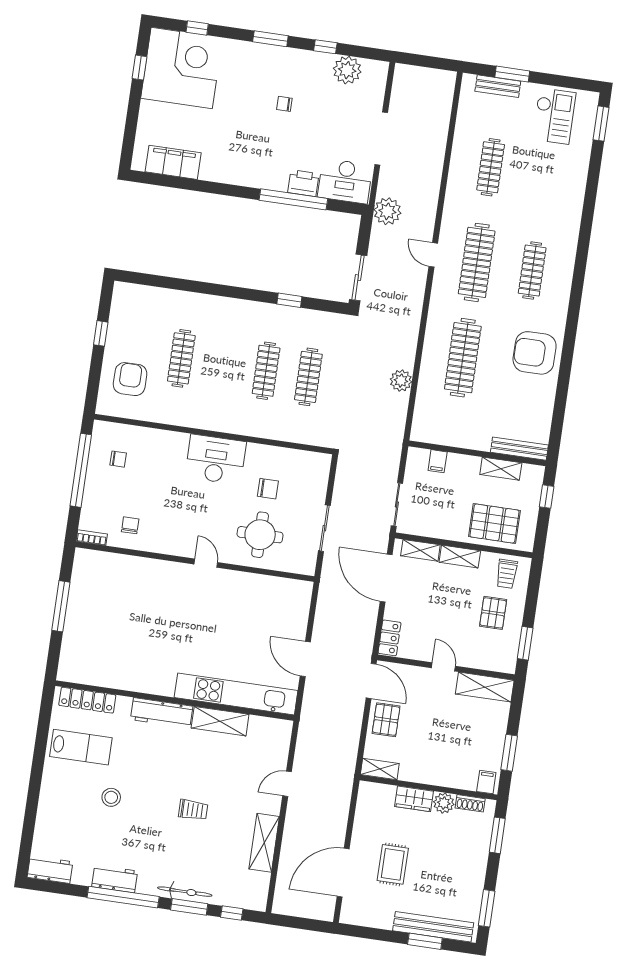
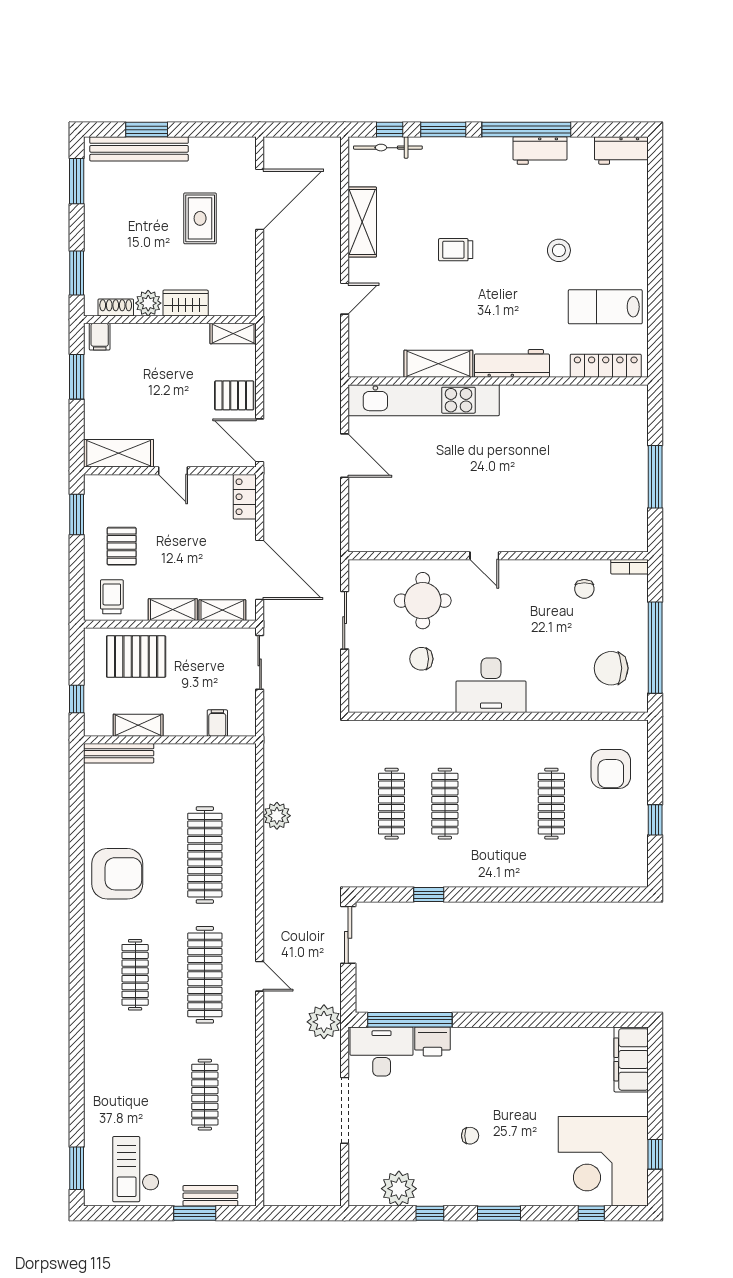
filing cabinet: (173, 162) -> (631, 1059), moved, turned 90
window: (293, 199) -> (410, 1020), moved
chair: (118, 459) -> (611, 668), width x1.87, depth x1.87
pallet: (386, 720) -> (234, 395), turned 90
bicycle: (185, 892) -> (388, 148), moved

